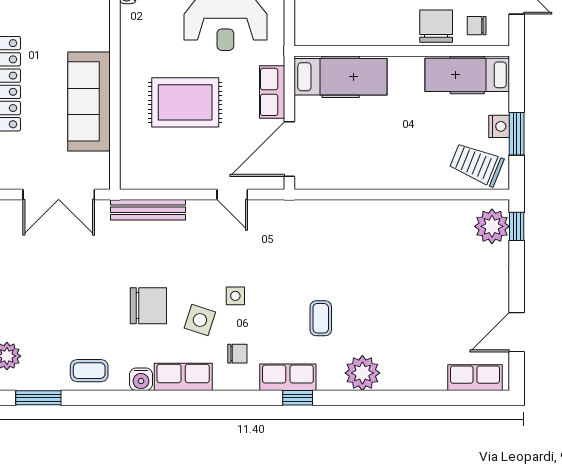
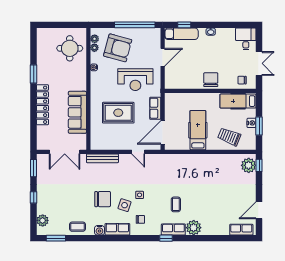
chair: (436, 26) -> (211, 80), moved
hospital bed: (341, 77) -> (198, 130), moved, turned -90
trolley: (477, 164) -> (229, 137), moved
row of seats: (288, 377) -> (173, 229), moved

